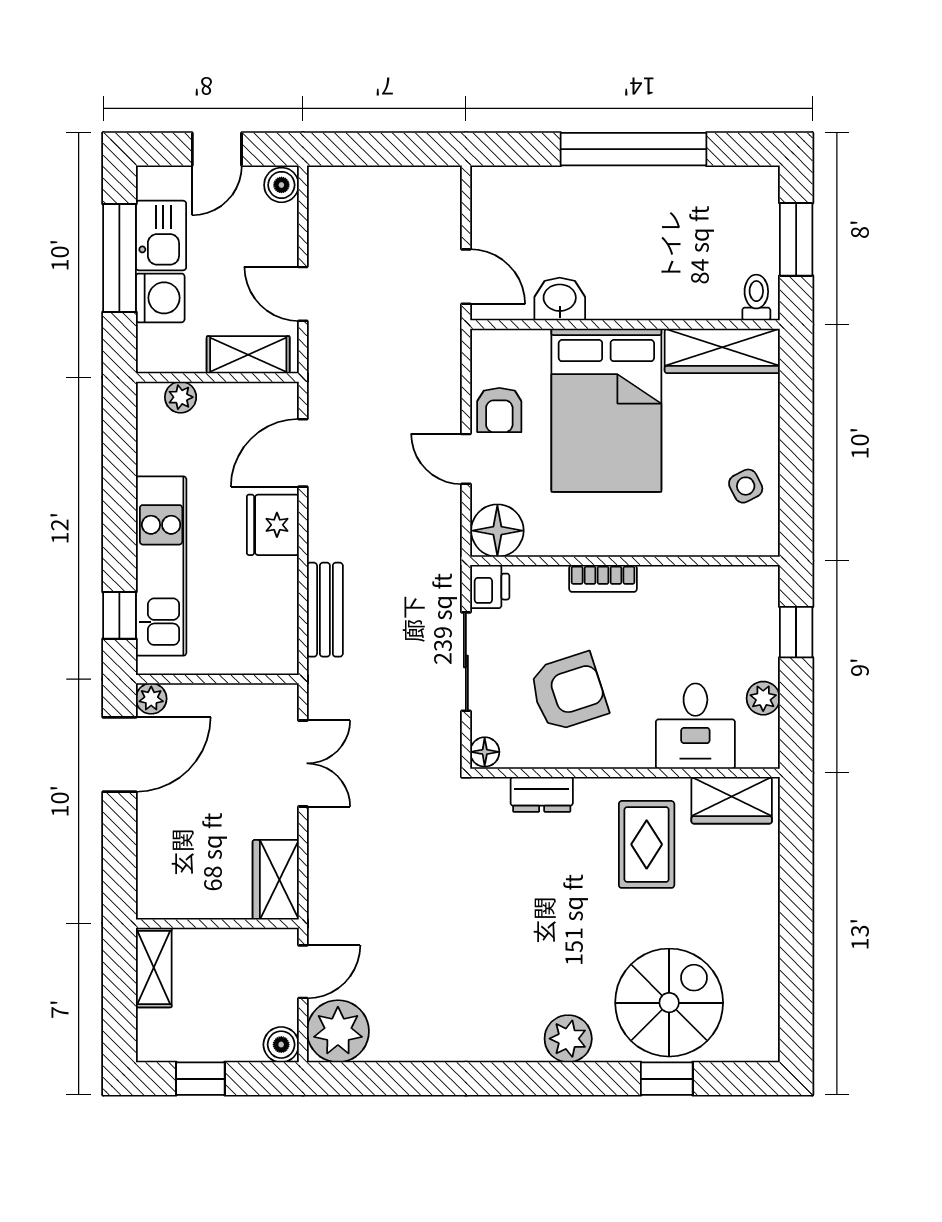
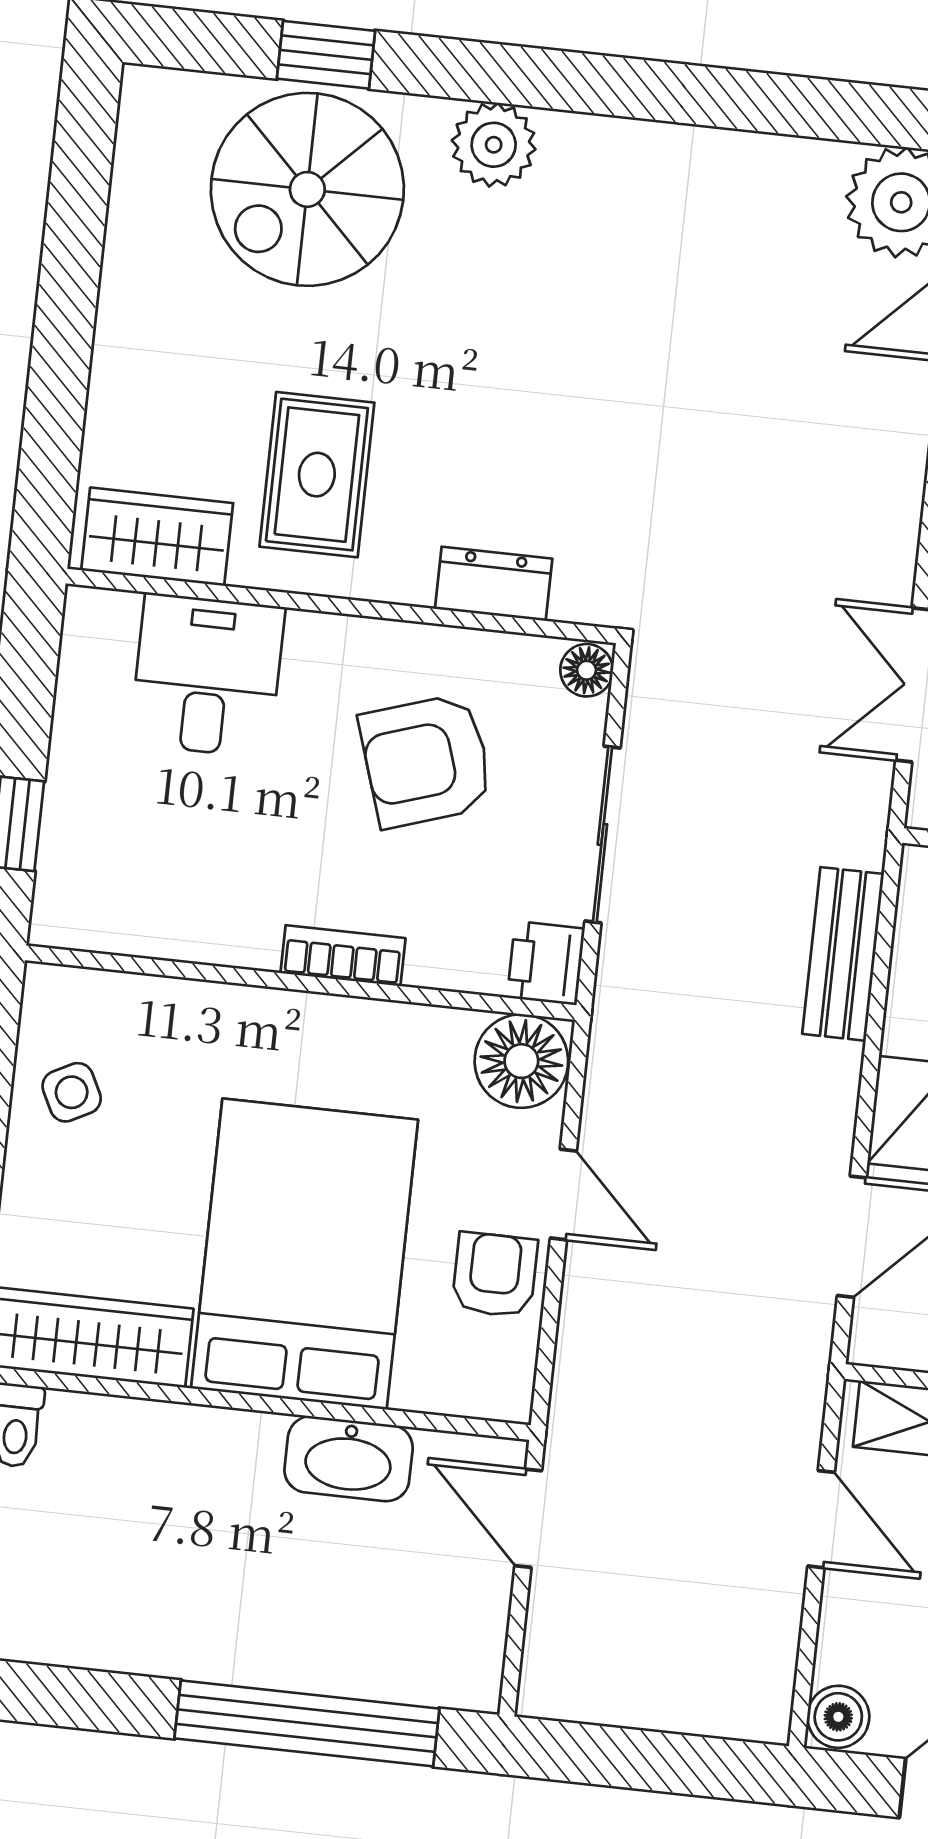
window: (634, 149) -> (307, 1723), moved
washbasin: (560, 299) -> (349, 1459), width x1.38
plant: (763, 698) -> (81, 712), removed

